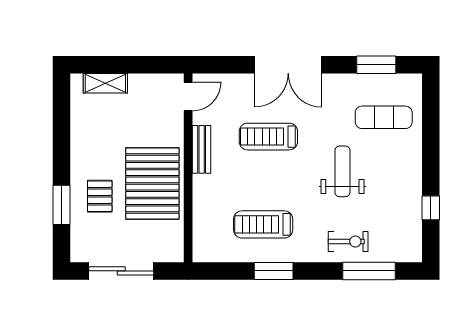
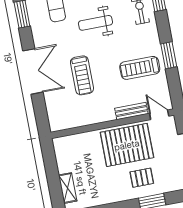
door: (188, 96) -> (159, 115), moved
bench: (202, 149) -> (131, 111), moved
treadmill: (263, 224) -> (140, 68), turned 90

